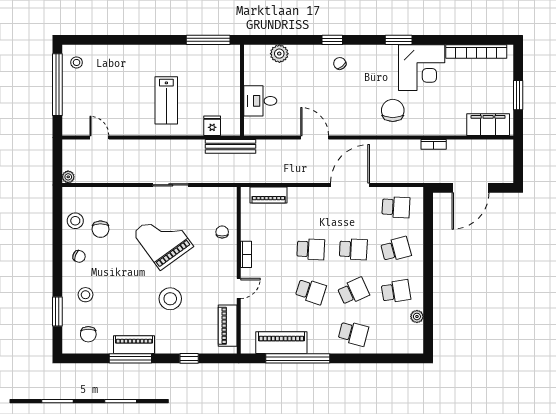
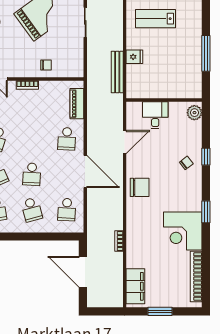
wall: (242, 90) -> (164, 100), moved
desk: (260, 101) -> (155, 115), moved
chair: (393, 110) -> (140, 187), moved
school desk: (311, 249) -> (67, 139), moved

